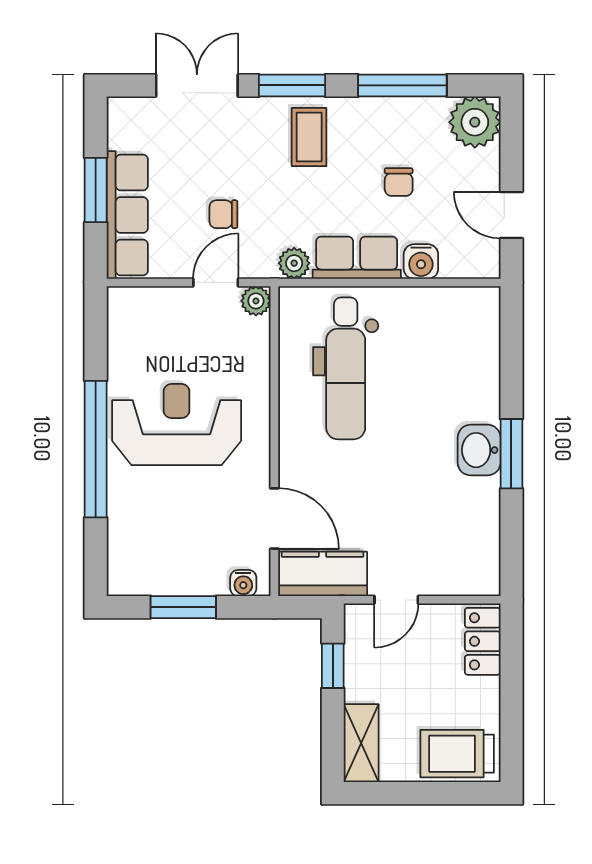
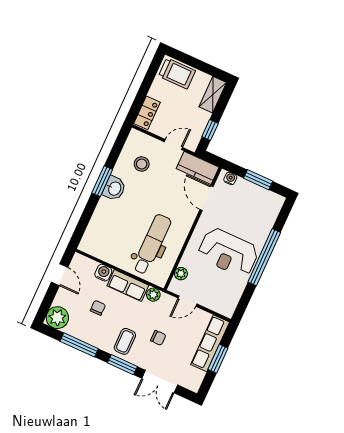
chair: (223, 214) -> (158, 338), moved
plant: (256, 301) -> (181, 274), moved
stool: (445, 528) -> (142, 164), added

